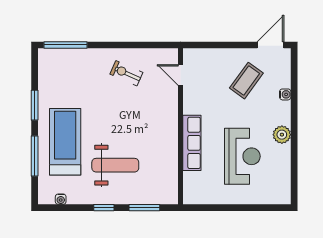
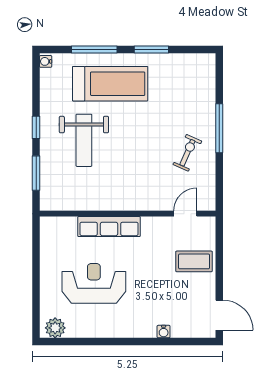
window: (66, 45) -> (219, 128), moved
coffee table: (246, 81) -> (194, 261), moved, turned -36
plant: (282, 135) -> (55, 328), moved
reception desk: (242, 156) -> (94, 283), turned 180
water cooler: (61, 199) -> (46, 61), moved

